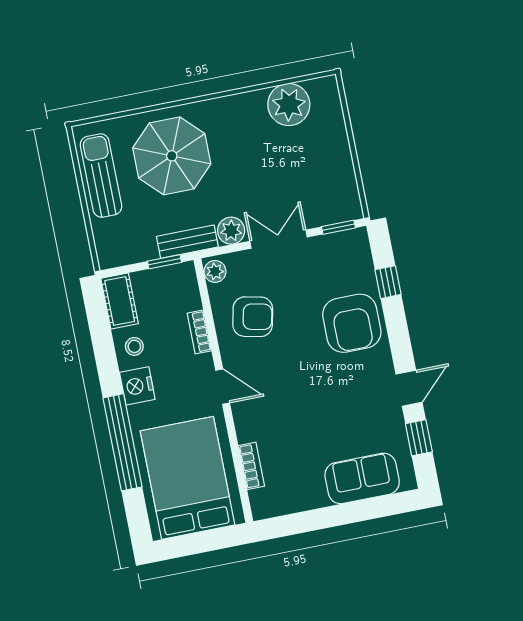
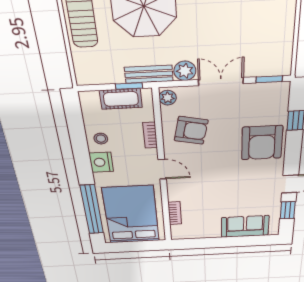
cot: (120, 301) -> (121, 99), moved, turned 90
window: (122, 442) -> (92, 210), moved

